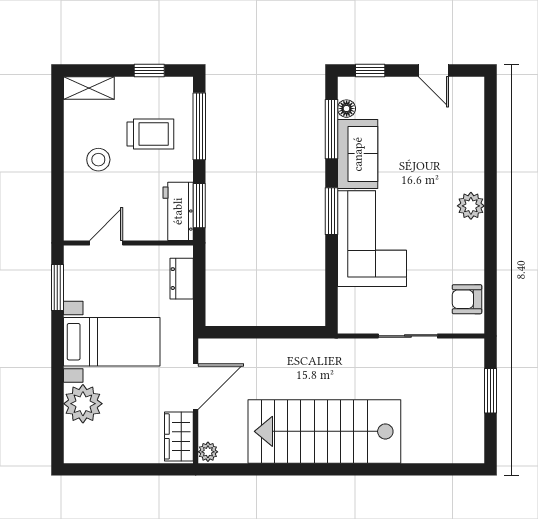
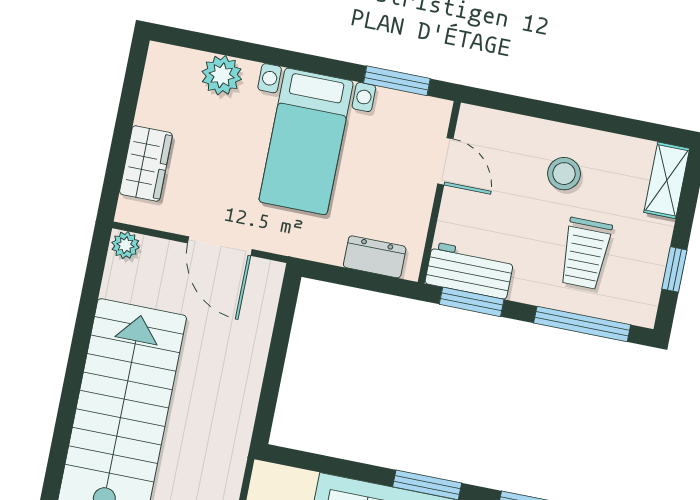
plant: (83, 404) -> (222, 75), width x0.73, depth x0.73
wardrobe: (179, 436) -> (146, 164), moved, turned 90

